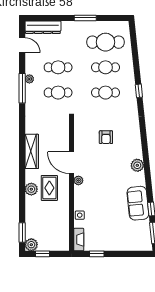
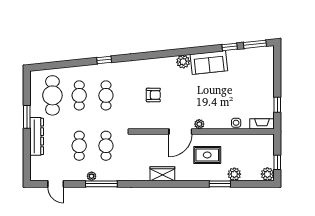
dresser: (43, 27) -> (37, 136), moved
door: (22, 45) -> (56, 184), swing flipped
wardrobe: (32, 151) -> (162, 174), width x0.67
plant: (31, 189) -> (234, 174), moved
sofa: (138, 203) -> (209, 62), moved
window: (22, 232) -> (220, 184), moved

